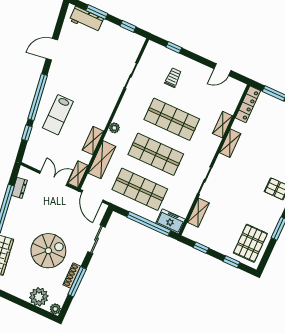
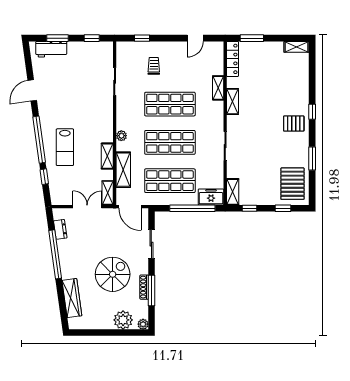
shelving: (198, 213) -> (233, 192), moved

